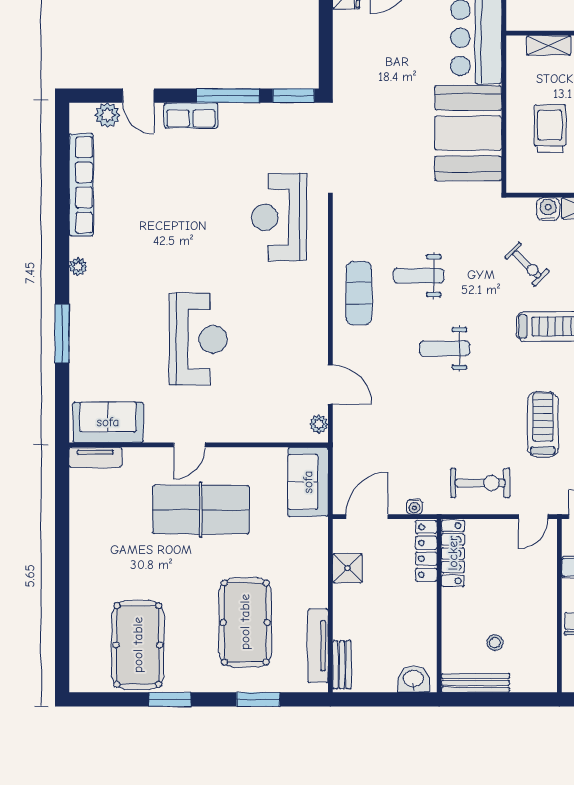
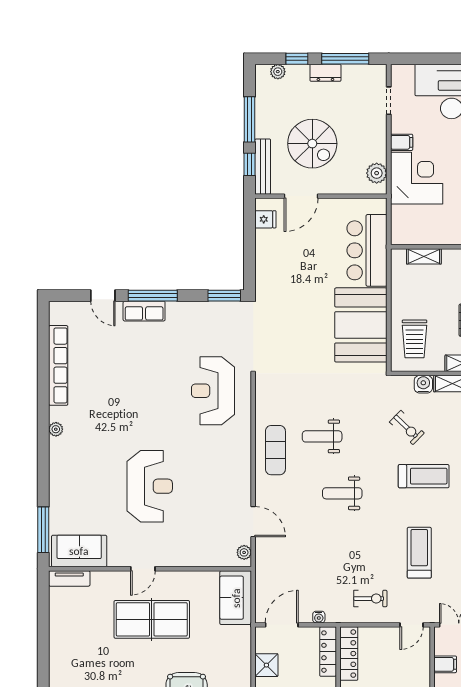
window: (228, 96) -> (153, 296), moved
plant: (107, 115) -> (79, 311), removed
trolley: (550, 129) -> (415, 339), moved, turned 180
window: (62, 334) -> (43, 530), moved
exercise bike: (480, 483) -> (370, 599), width x0.73, depth x0.72

